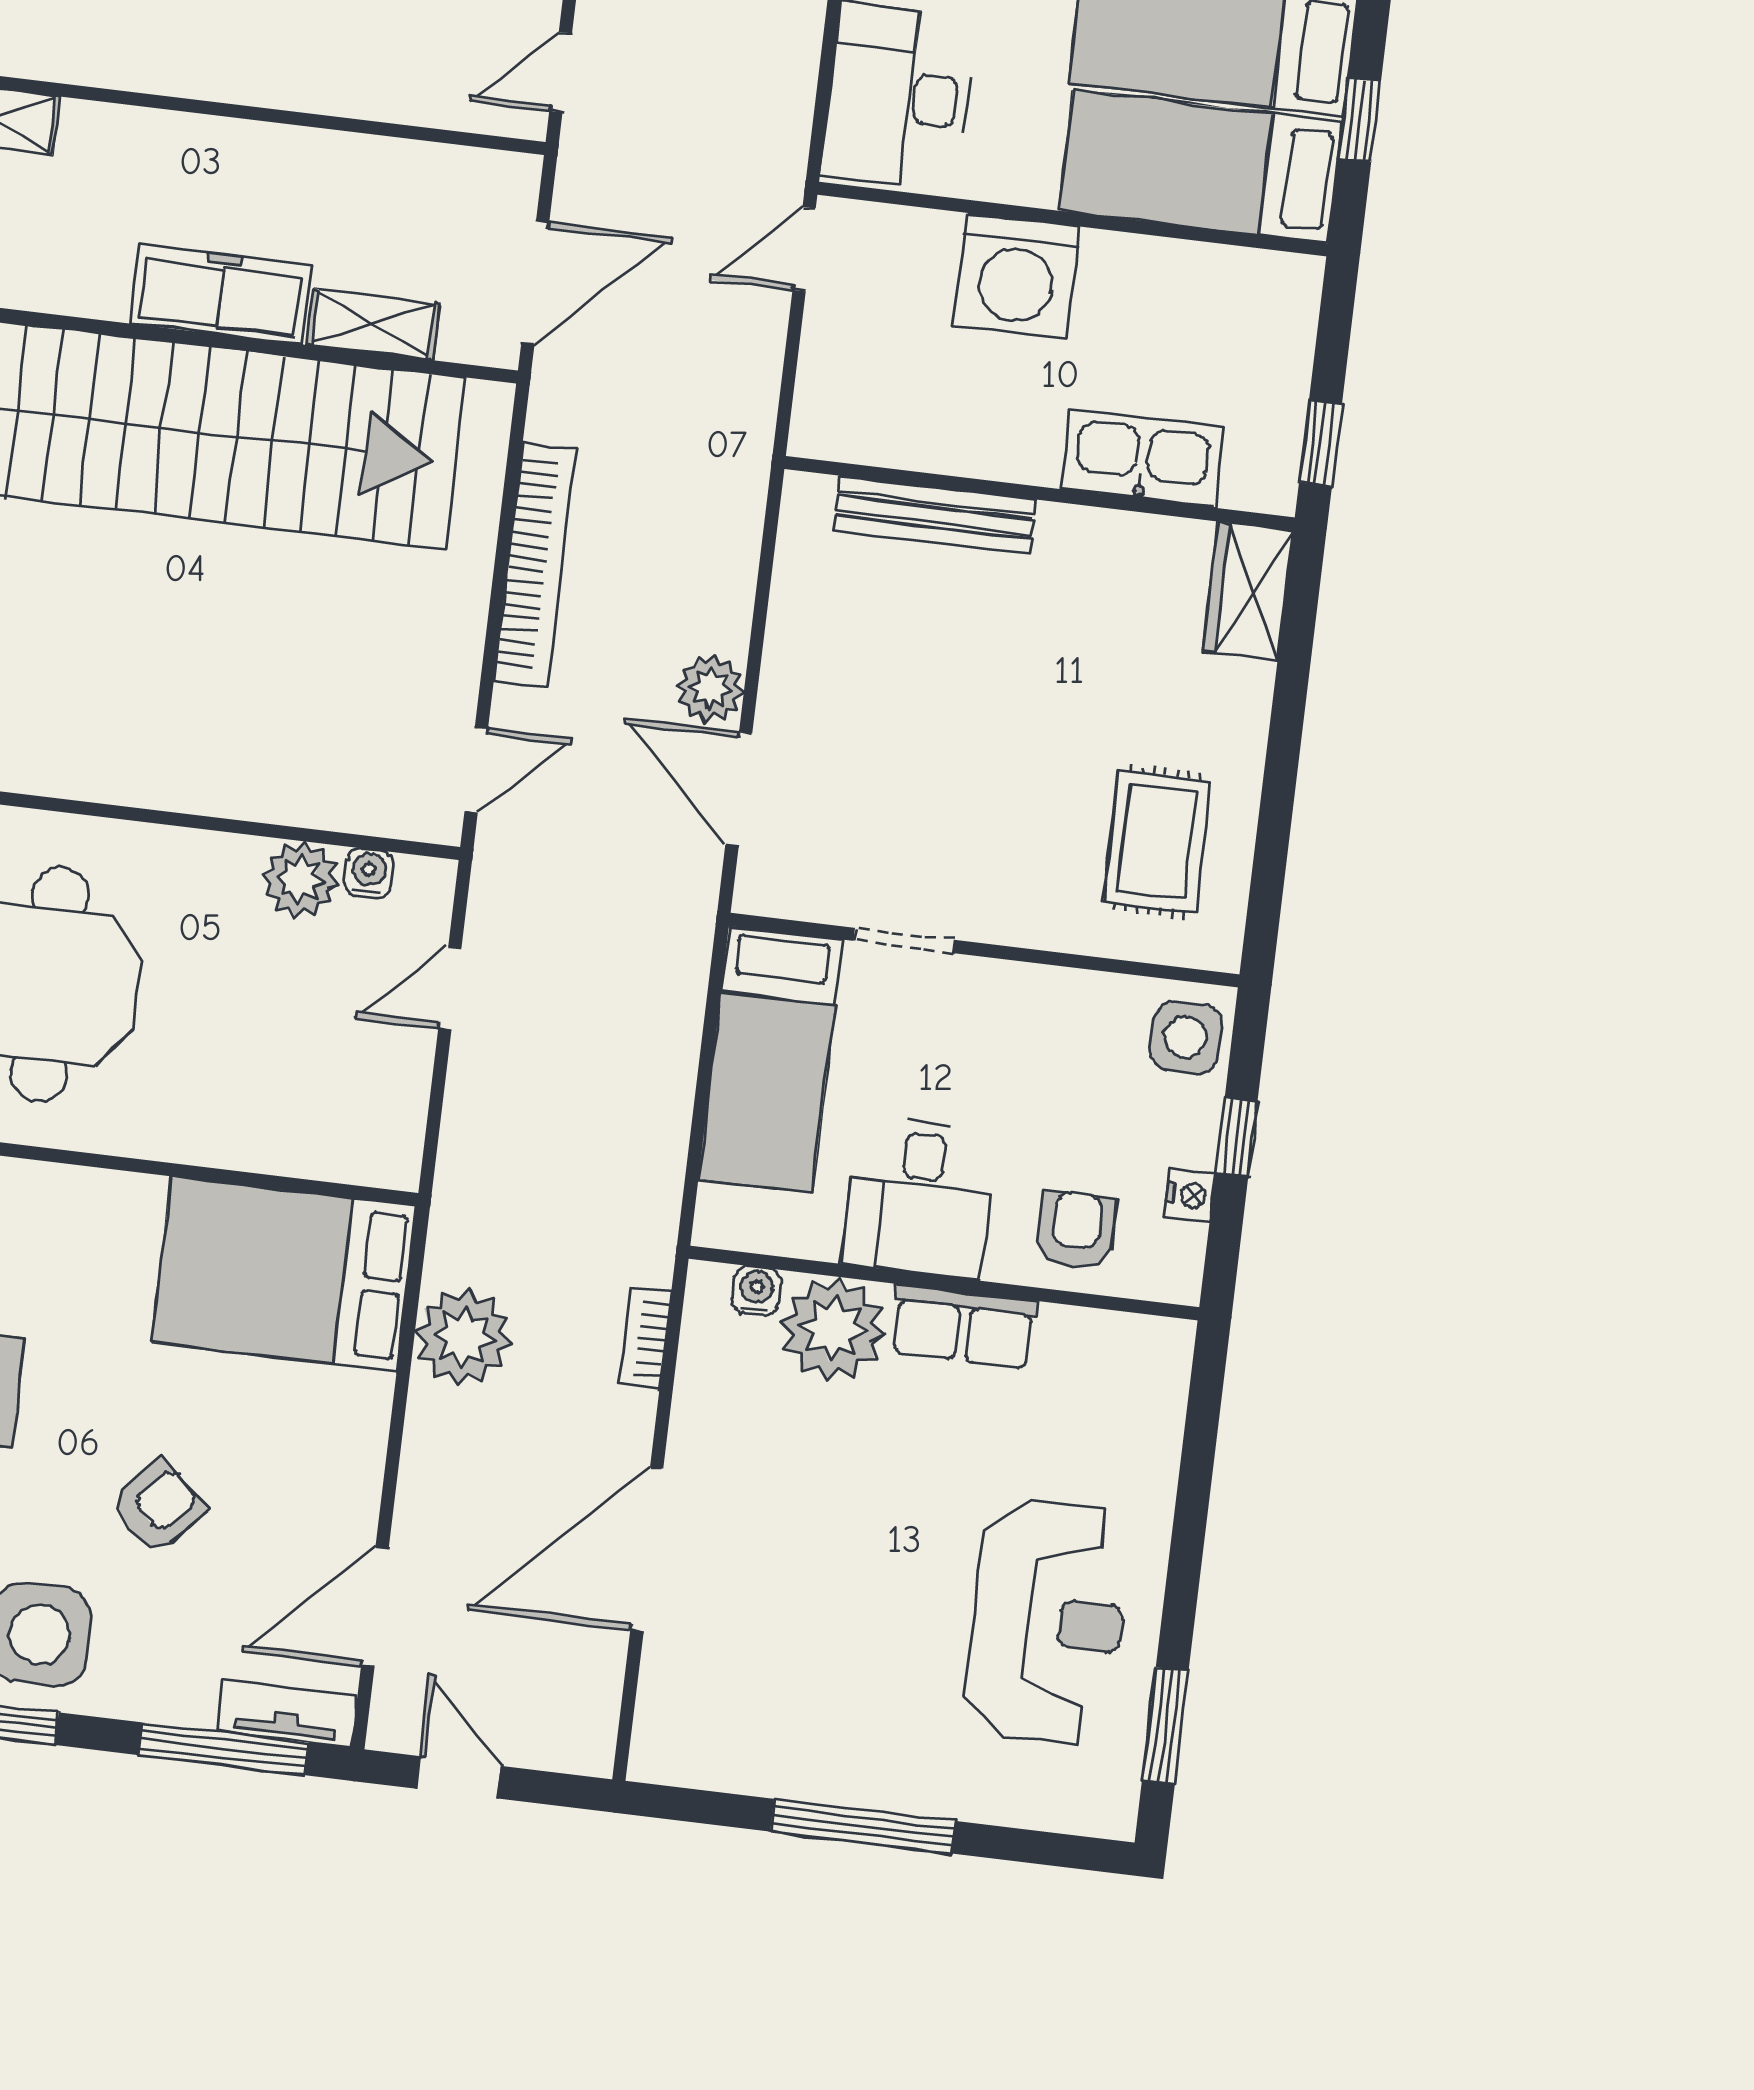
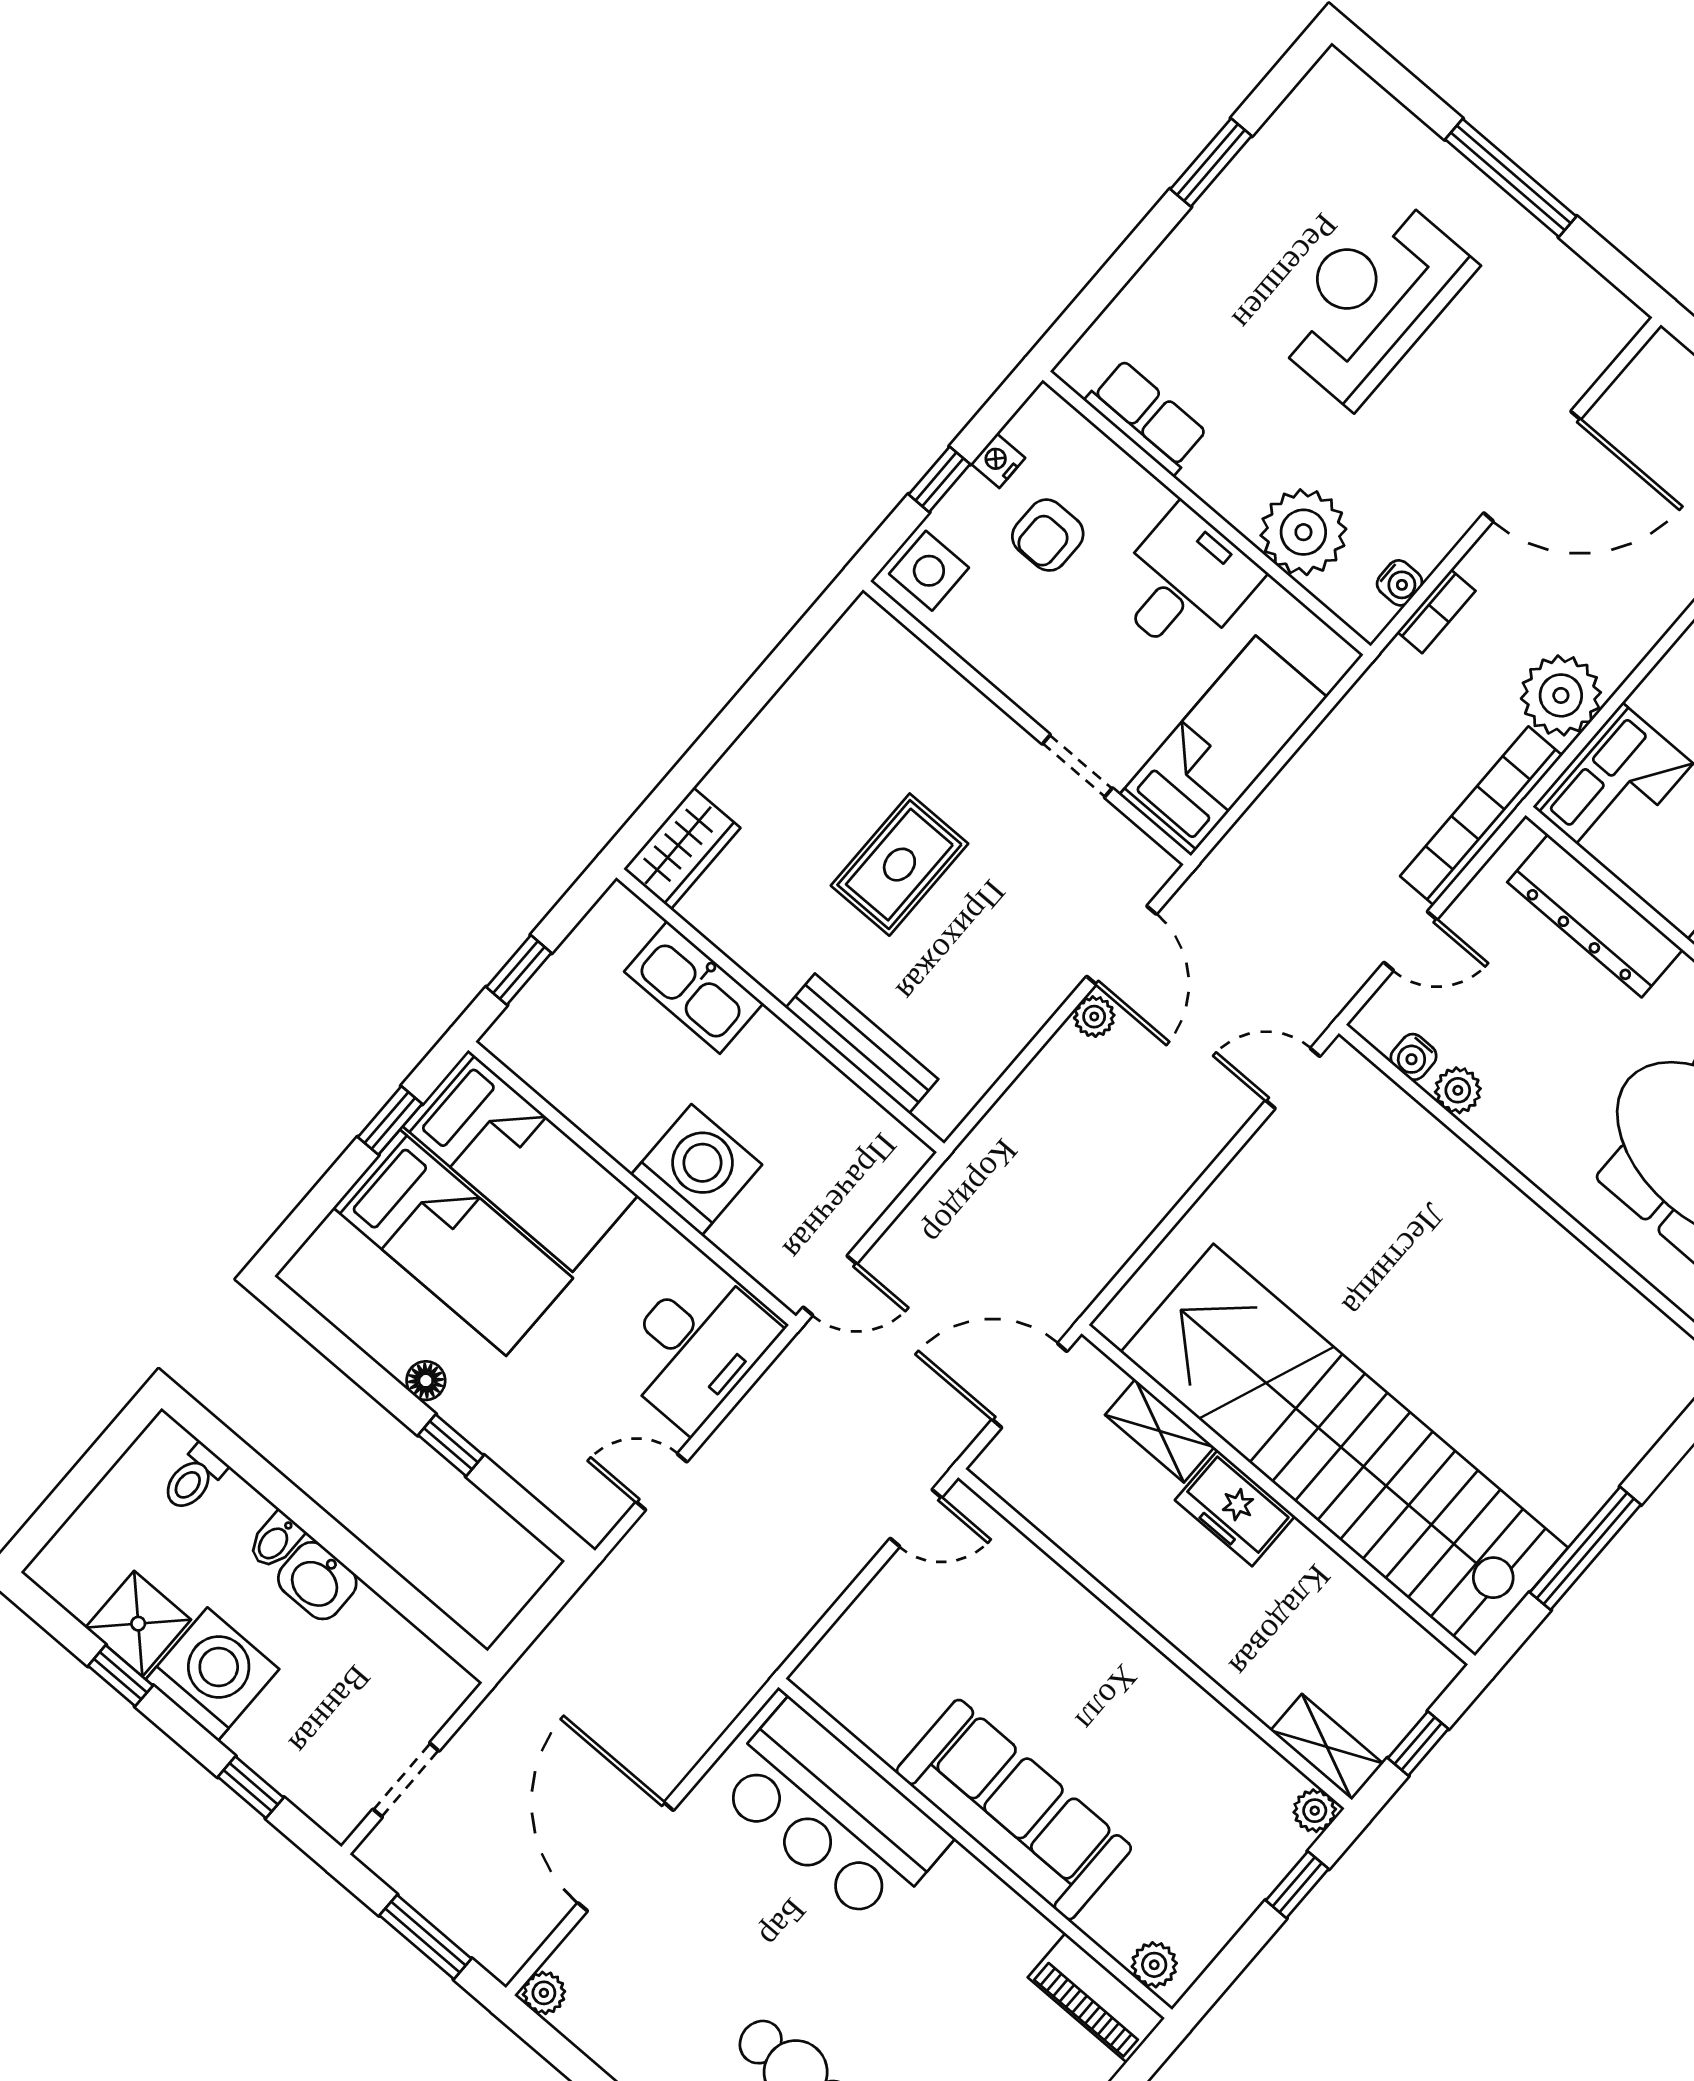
freezer: (221, 294) -> (1235, 1508), width x0.71
window: (1320, 443) -> (519, 970), moved
bookcase: (535, 565) -> (1481, 816), moved
plant: (710, 688) -> (1094, 1017), width x0.73, depth x0.73
rug: (1157, 842) -> (899, 865), moved
plant: (300, 879) -> (1458, 1090), width x0.73, depth x0.73
dresser: (281, 1138) -> (1595, 916), added
armchair: (1076, 1230) -> (1048, 535), moved
water cooler: (756, 1291) -> (1400, 583), moved, turned -90
row of seats: (964, 1327) -> (1147, 417), moved
reception desk: (1048, 1621) -> (1371, 300), moved
window: (1165, 1725) -> (1211, 163), moved

